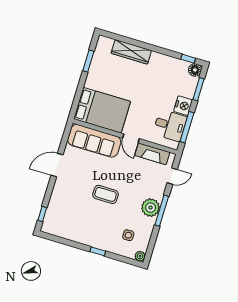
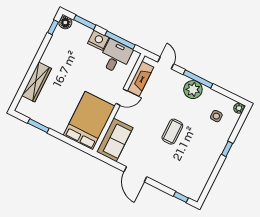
sofa: (94, 141) -> (115, 140), width x0.73

